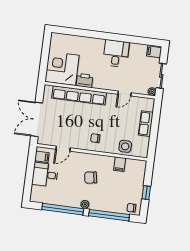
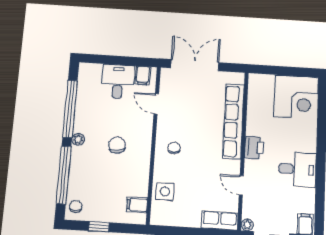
corner desk: (62, 68) -> (296, 97), moved, turned 90
printer: (85, 81) -> (254, 147), moved
row of seats: (146, 124) -> (220, 220), moved
filing cabinet: (120, 164) -> (137, 205), moved

